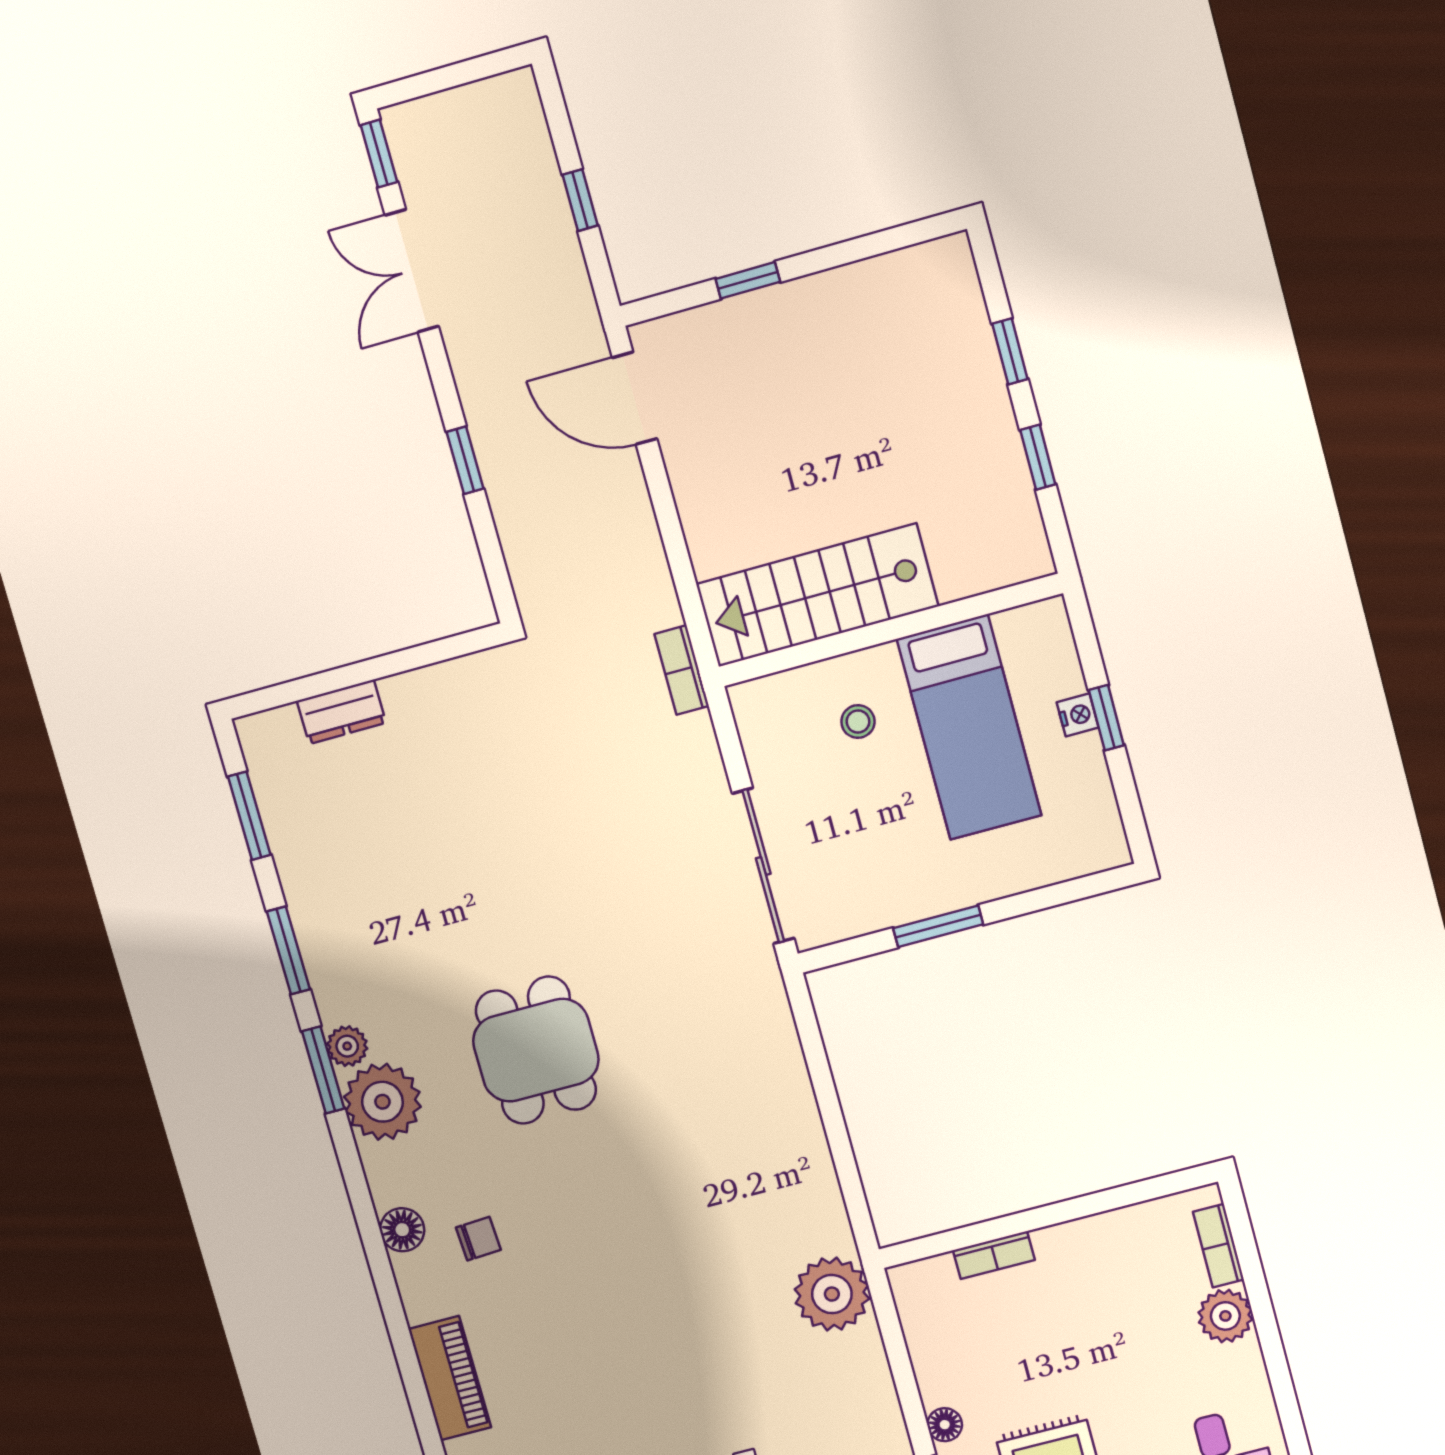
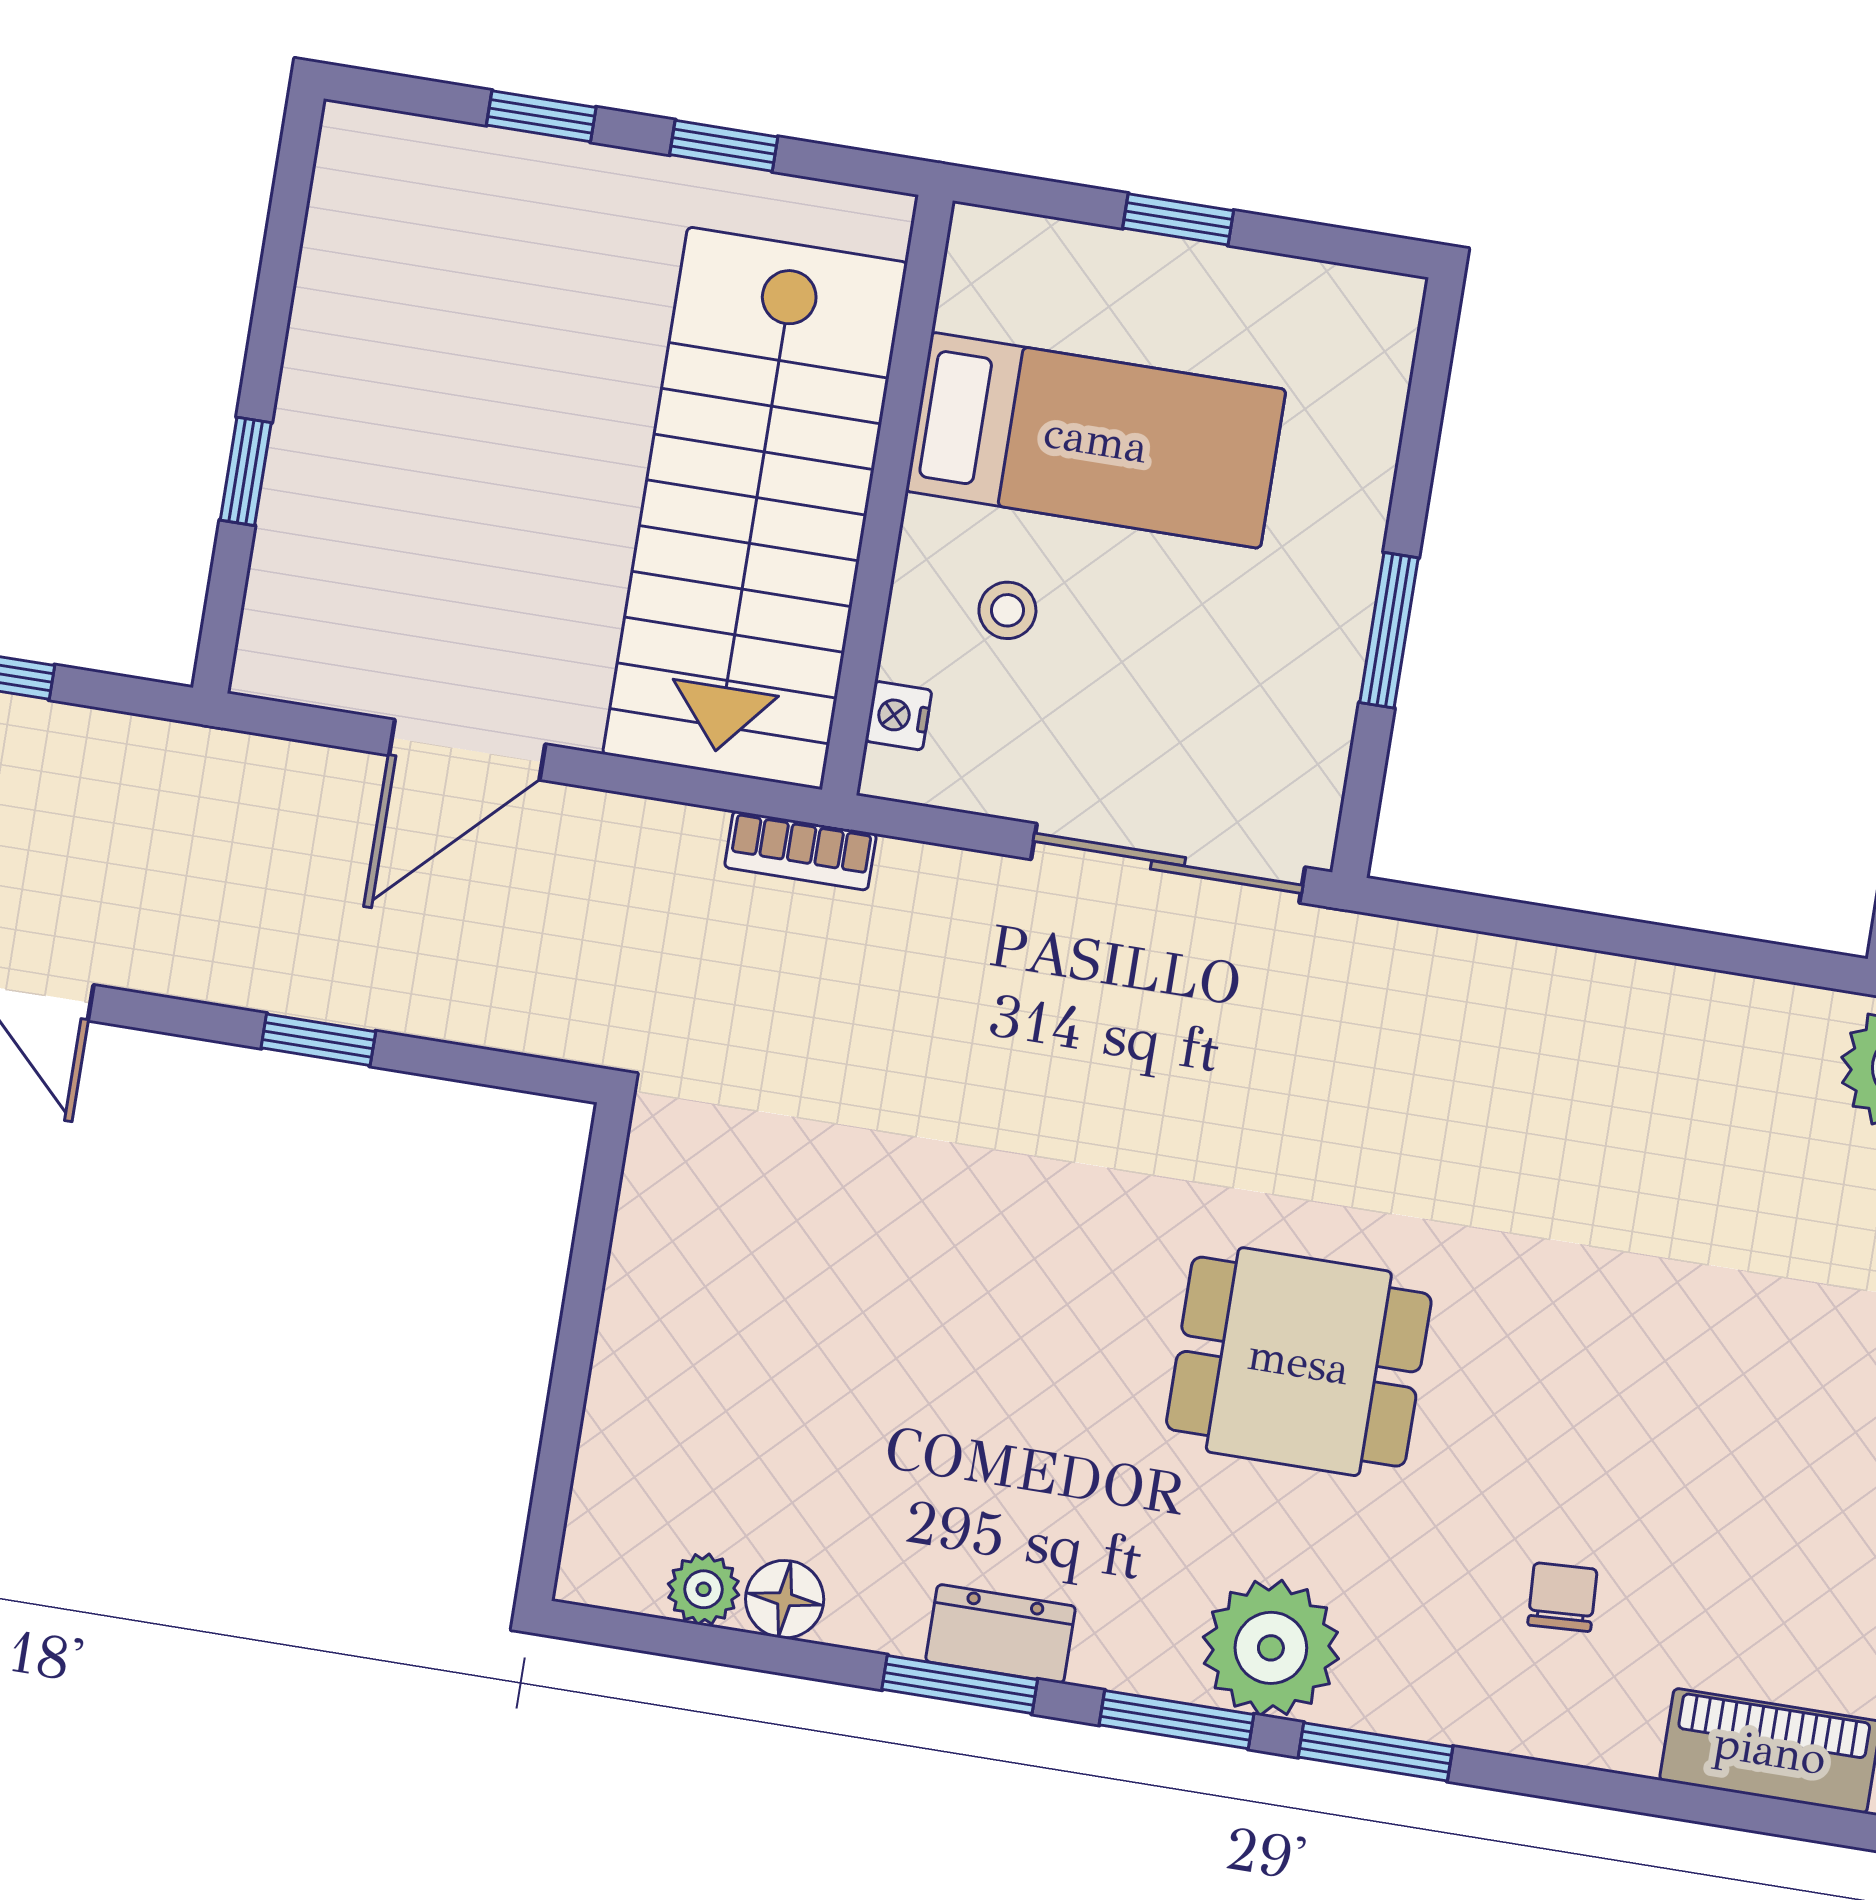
door: (635, 398) -> (467, 750), moved
stairs: (817, 595) -> (755, 508), width x1.36, depth x1.51
dresser: (341, 712) -> (1001, 1634), moved, turned -90
nightstand: (1078, 715) -> (899, 716), moved, turned -90
window: (249, 816) -> (1376, 1752), moved
plant: (347, 1046) -> (704, 1589), moved
floor lamp: (402, 1230) -> (785, 1599), moved

